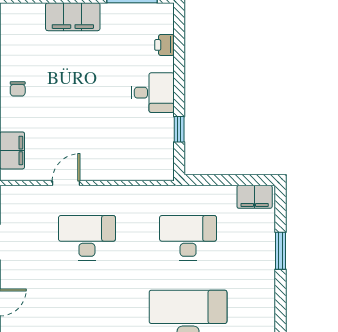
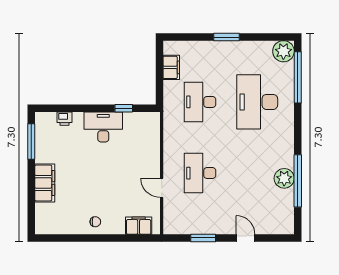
desk: (153, 93) -> (103, 127), width x1.37
filing cabinet: (255, 197) -> (171, 67), moved
window: (280, 251) -> (227, 37), moved

